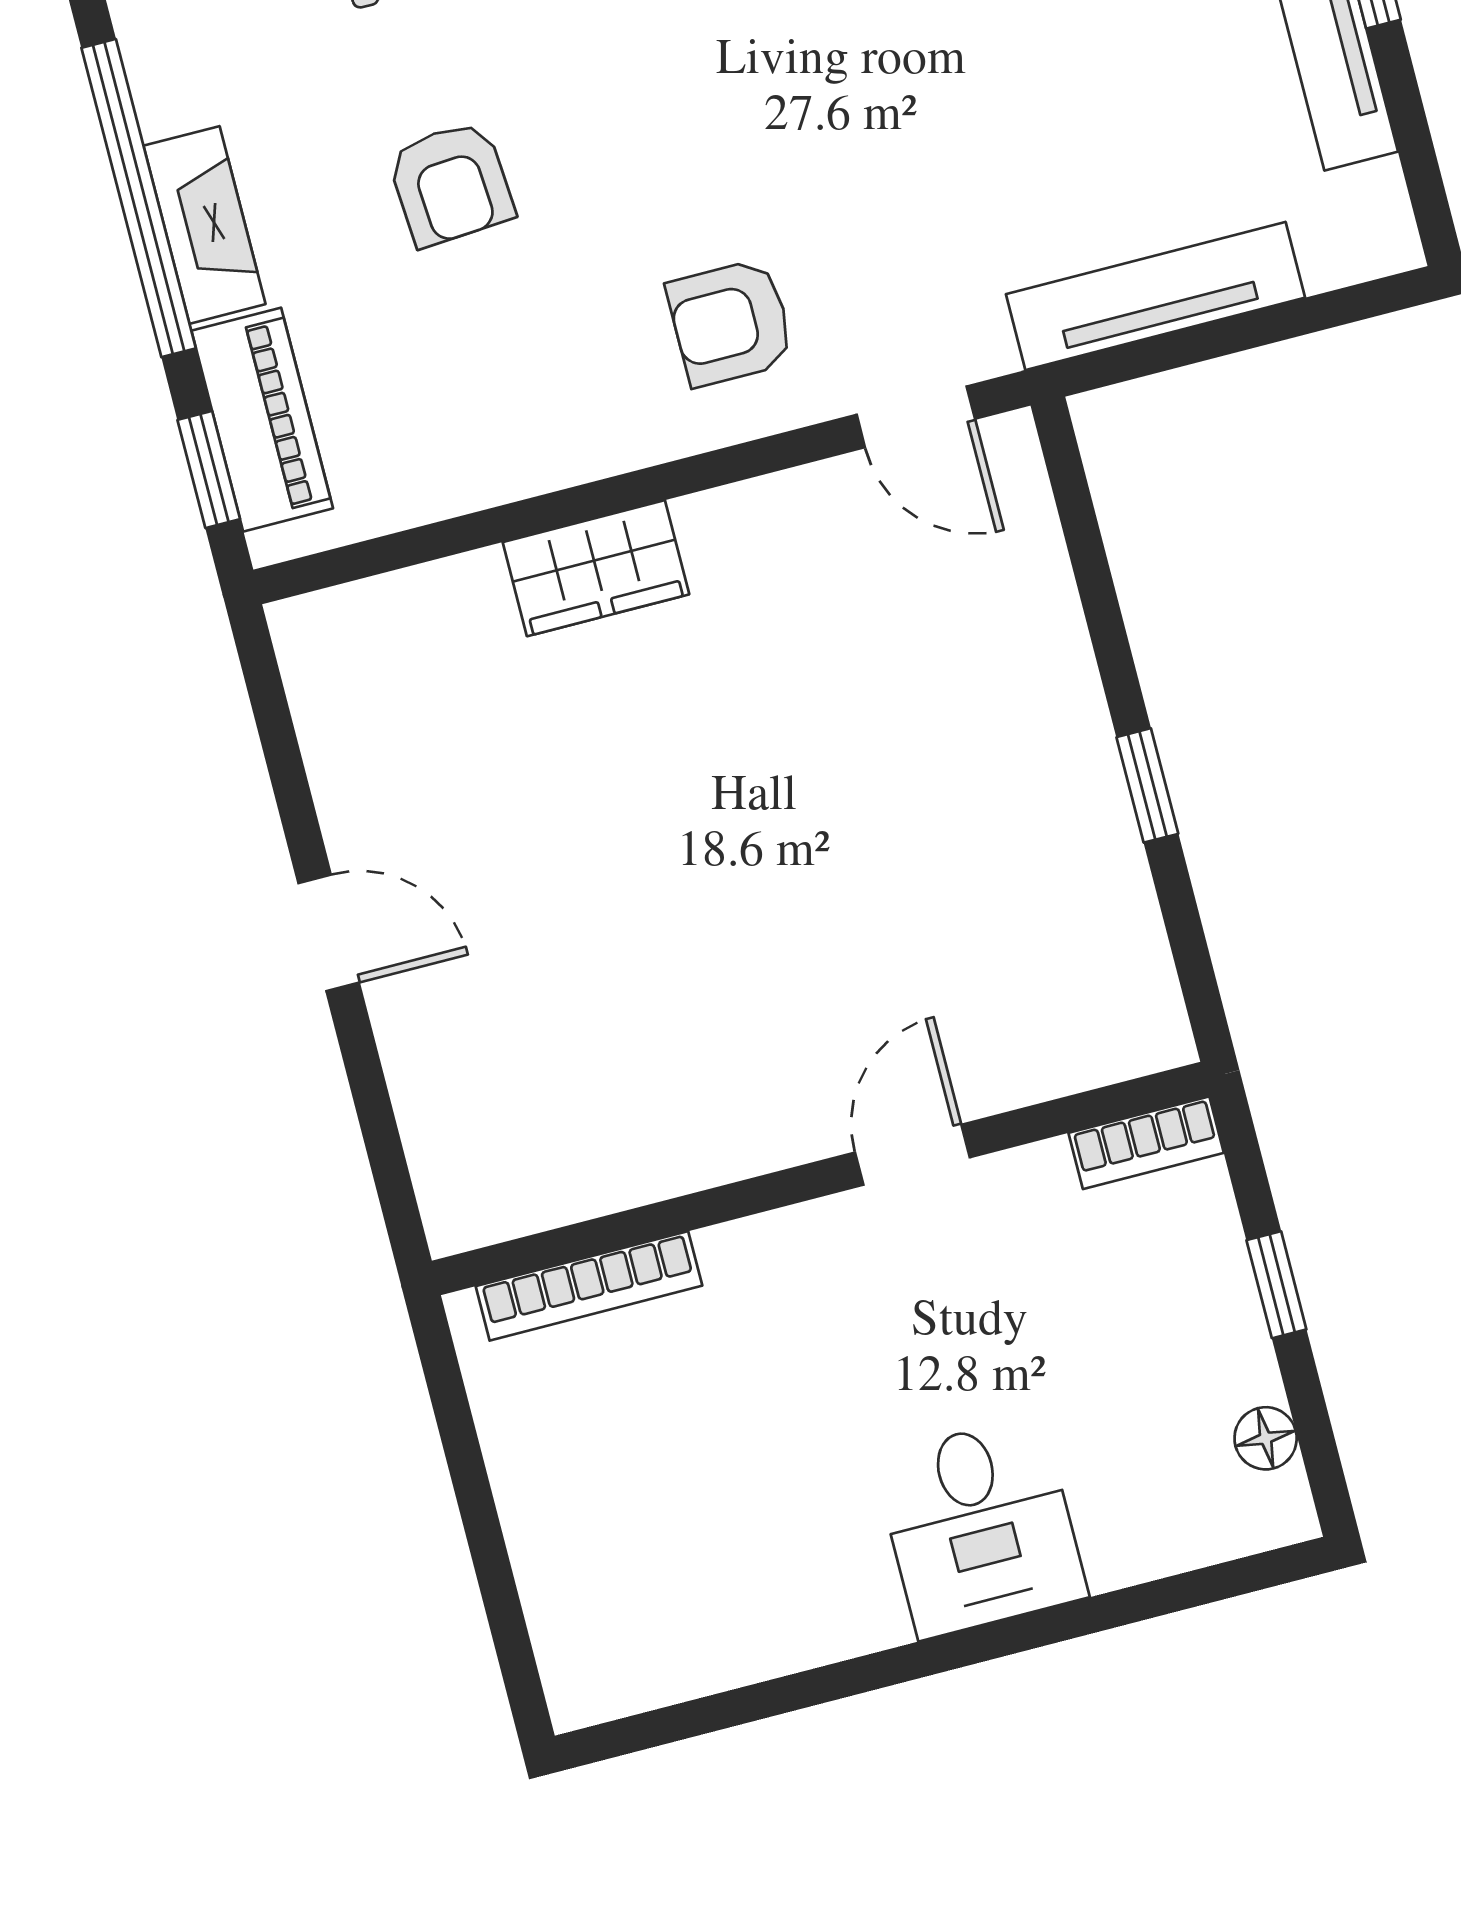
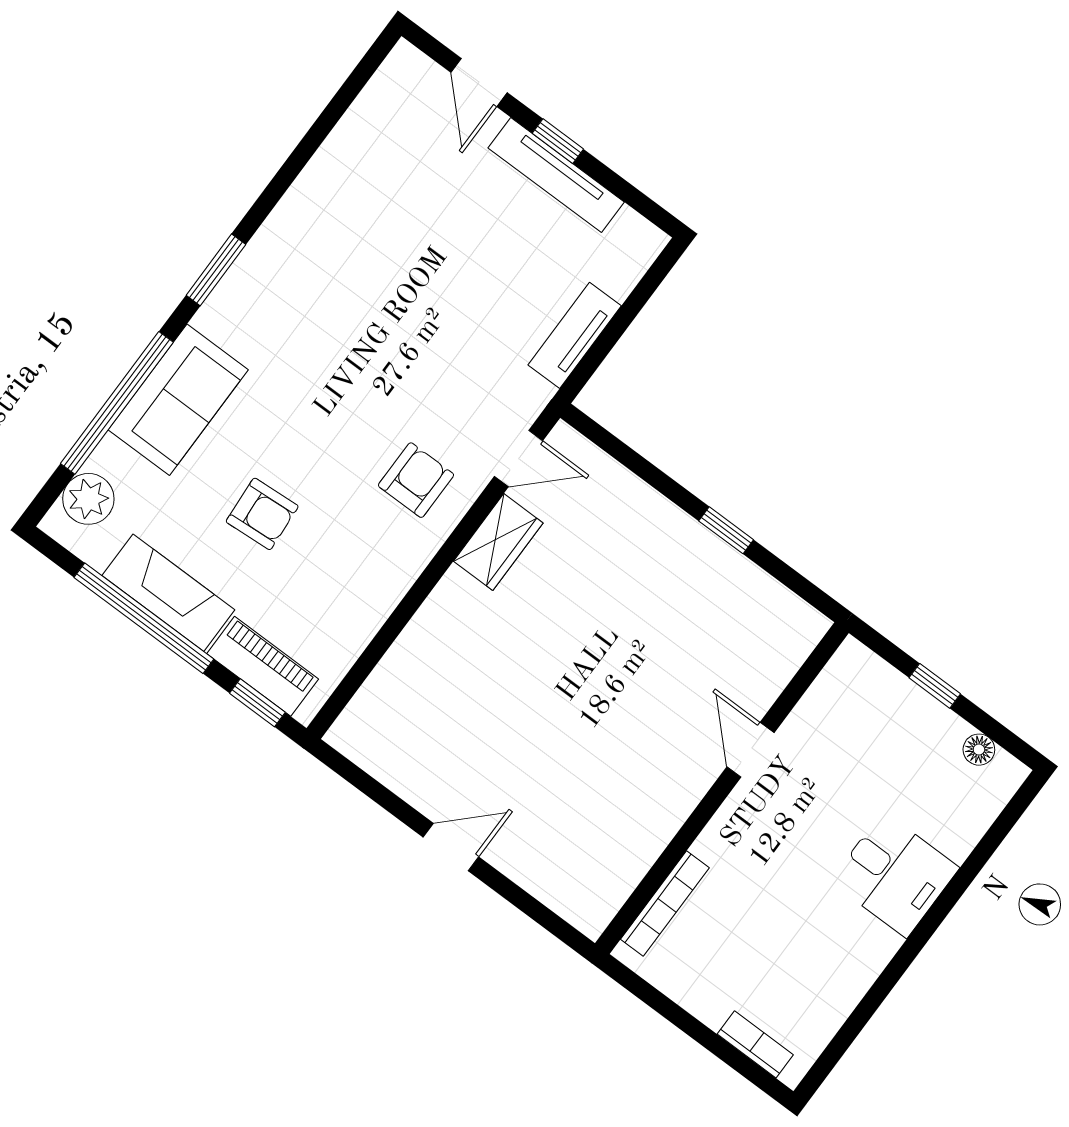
fireplace: (205, 225) -> (168, 593), width x1.37, depth x1.32
tv unit: (1155, 296) -> (575, 335), width x0.71
armchair: (731, 323) -> (416, 480), turned 180
wardrobe: (596, 568) -> (498, 542), moved
bookcase: (1146, 1143) -> (755, 1044), moved, turned -90

